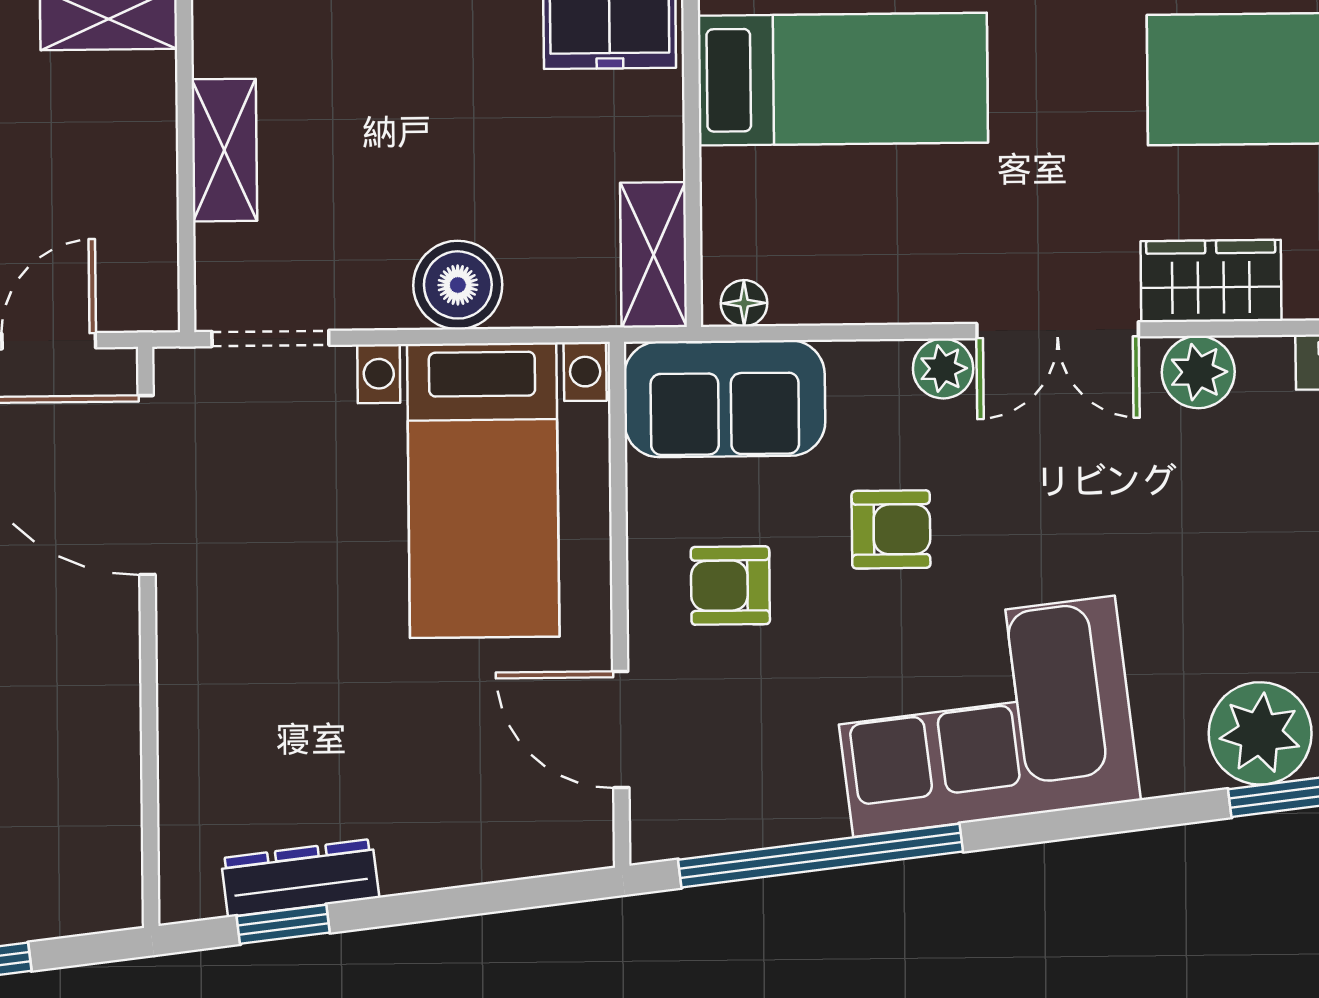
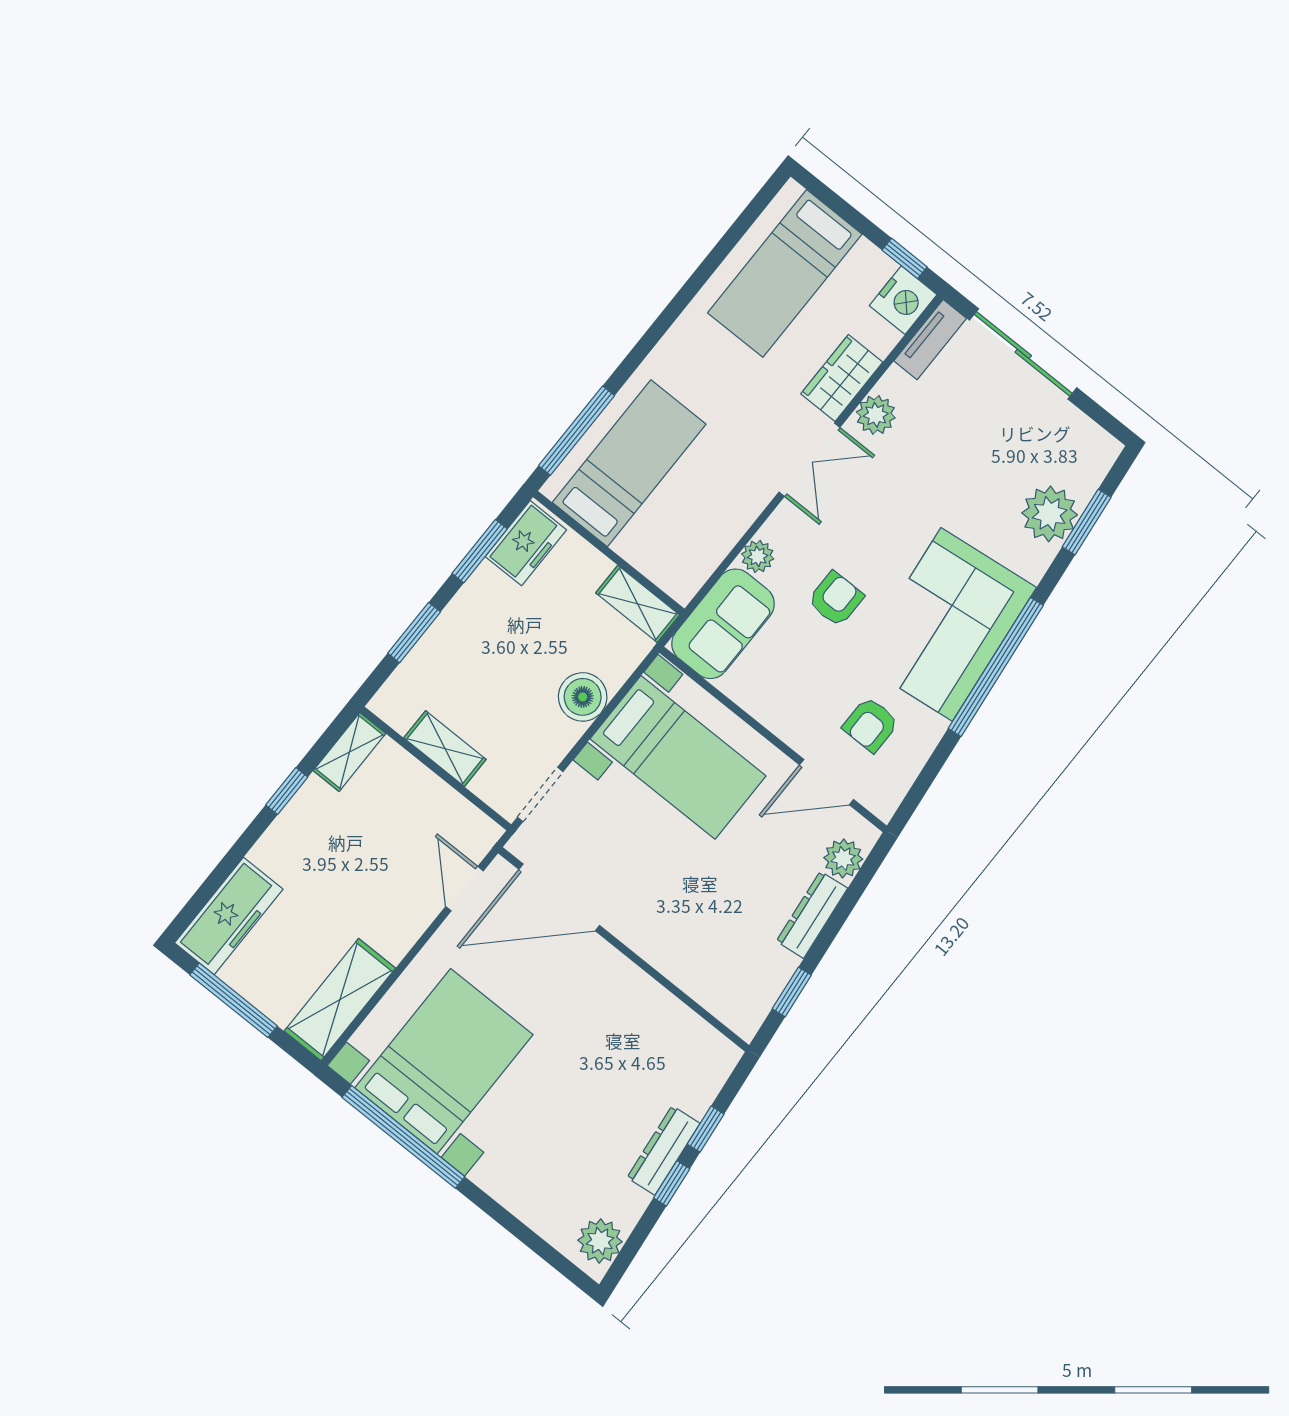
floor lamp: (744, 303) -> (689, 583), removed
plant: (943, 368) -> (758, 556), moved
armchair: (730, 586) -> (871, 725), moved
plant: (532, 842) -> (843, 858), added
window: (820, 856) -> (996, 667), moved
dresser: (300, 878) -> (812, 915), moved

